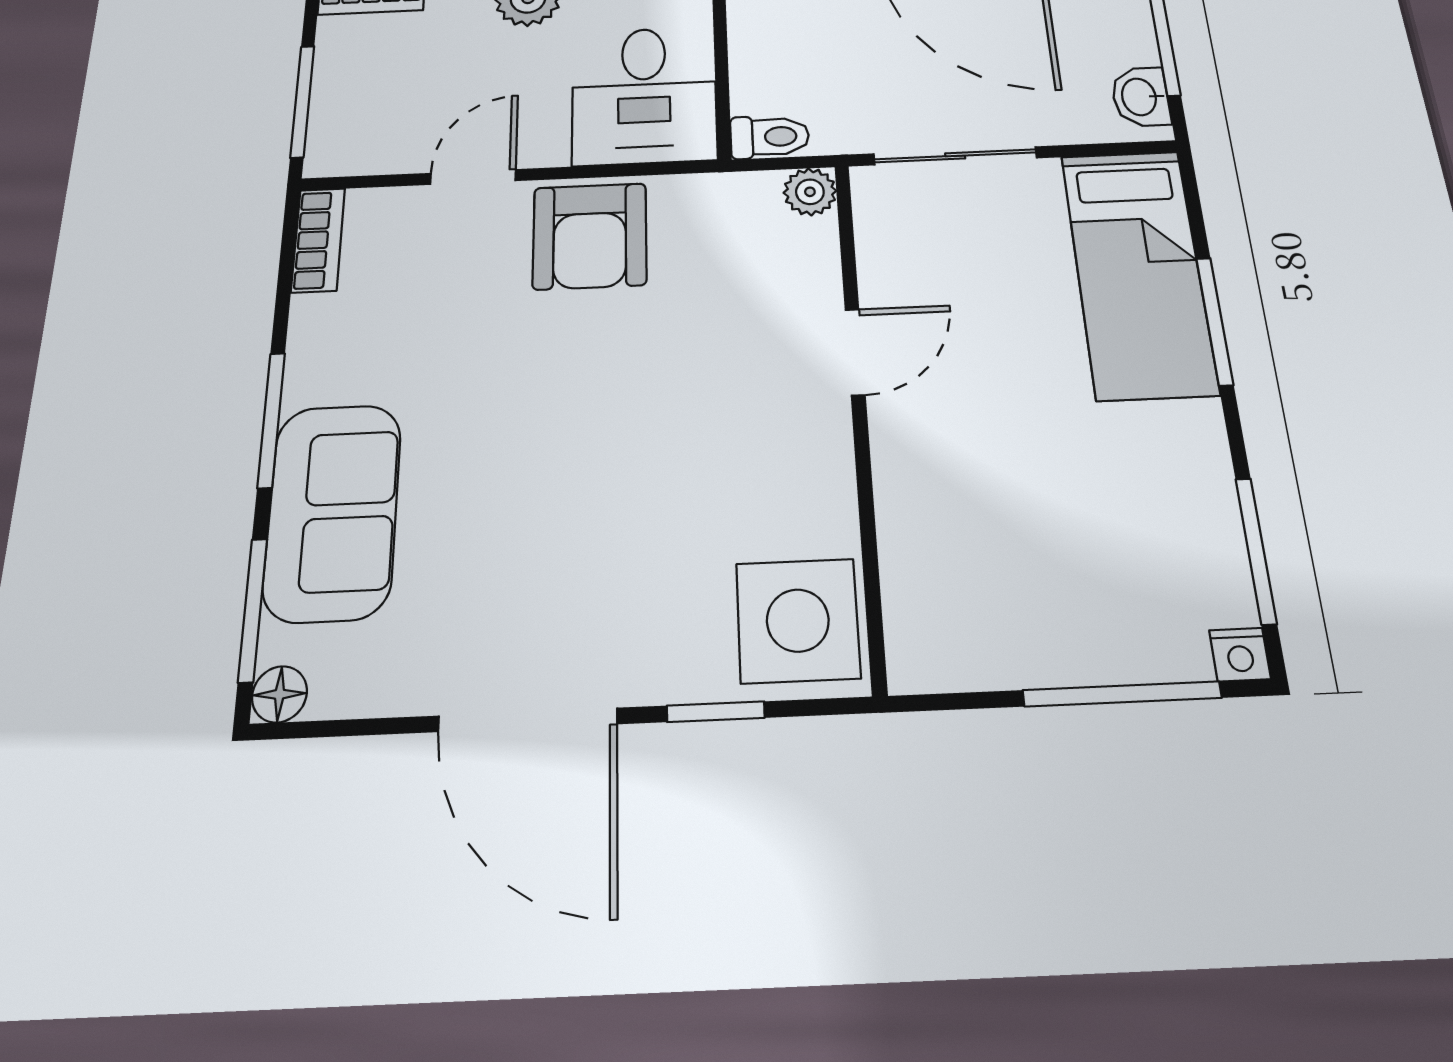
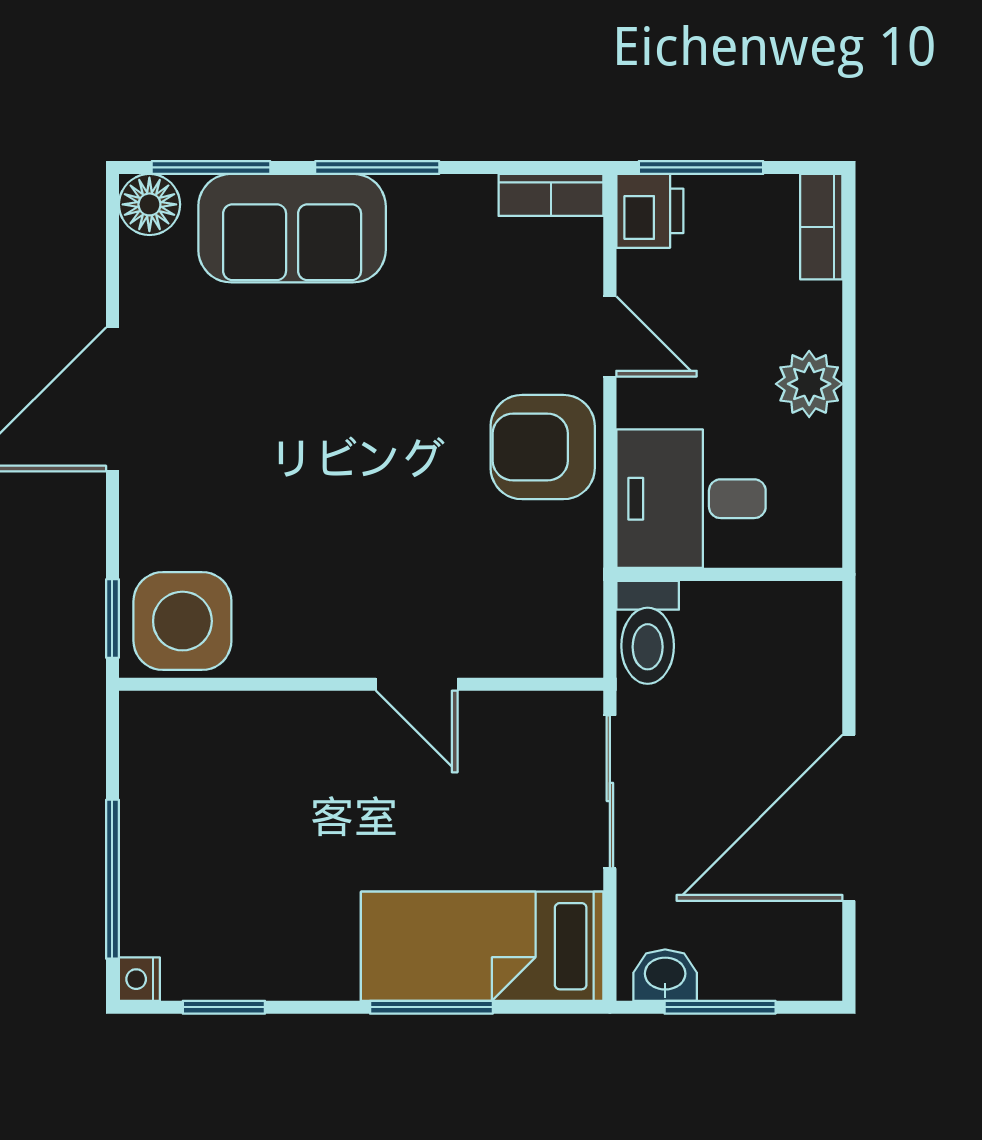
toilet: (770, 137) -> (648, 632), width x1.37, depth x1.39
printer: (343, 146) -> (650, 211), added
plant: (810, 192) -> (579, 653), removed
window: (1256, 550) -> (224, 1007), width x0.67
floor lamp: (279, 694) -> (149, 204), width x1.37, depth x1.37
window: (716, 712) -> (112, 619), moved

